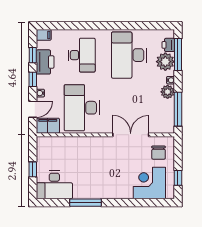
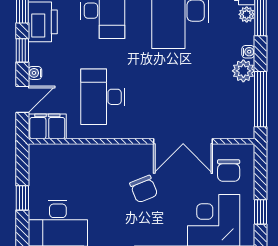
plant: (165, 62) -> (247, 14), width x0.53, depth x0.53
desk: (82, 108) -> (103, 97), width x0.73, depth x0.77
double door: (131, 135) -> (183, 141), swing flipped
chair: (107, 164) -> (144, 189), added

